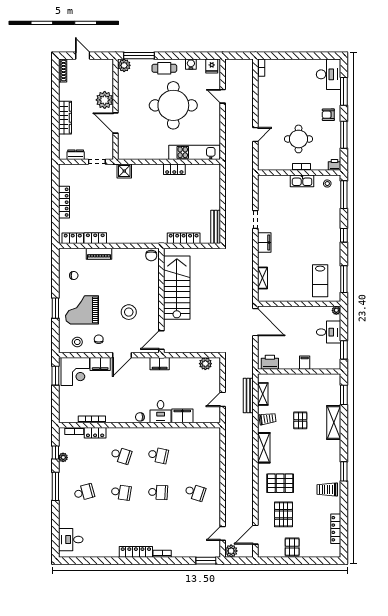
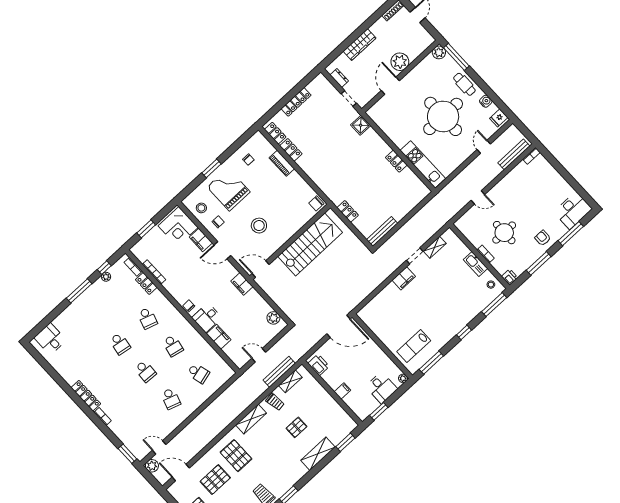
bench: (248, 80) -> (514, 154), added
locker: (184, 238) -> (348, 211), width x0.66
shelving: (262, 278) -> (435, 247), moved
door: (255, 322) -> (339, 326), hinge flipped
window: (55, 376) -> (146, 229), moved
school desk: (84, 492) -> (198, 373), moved

